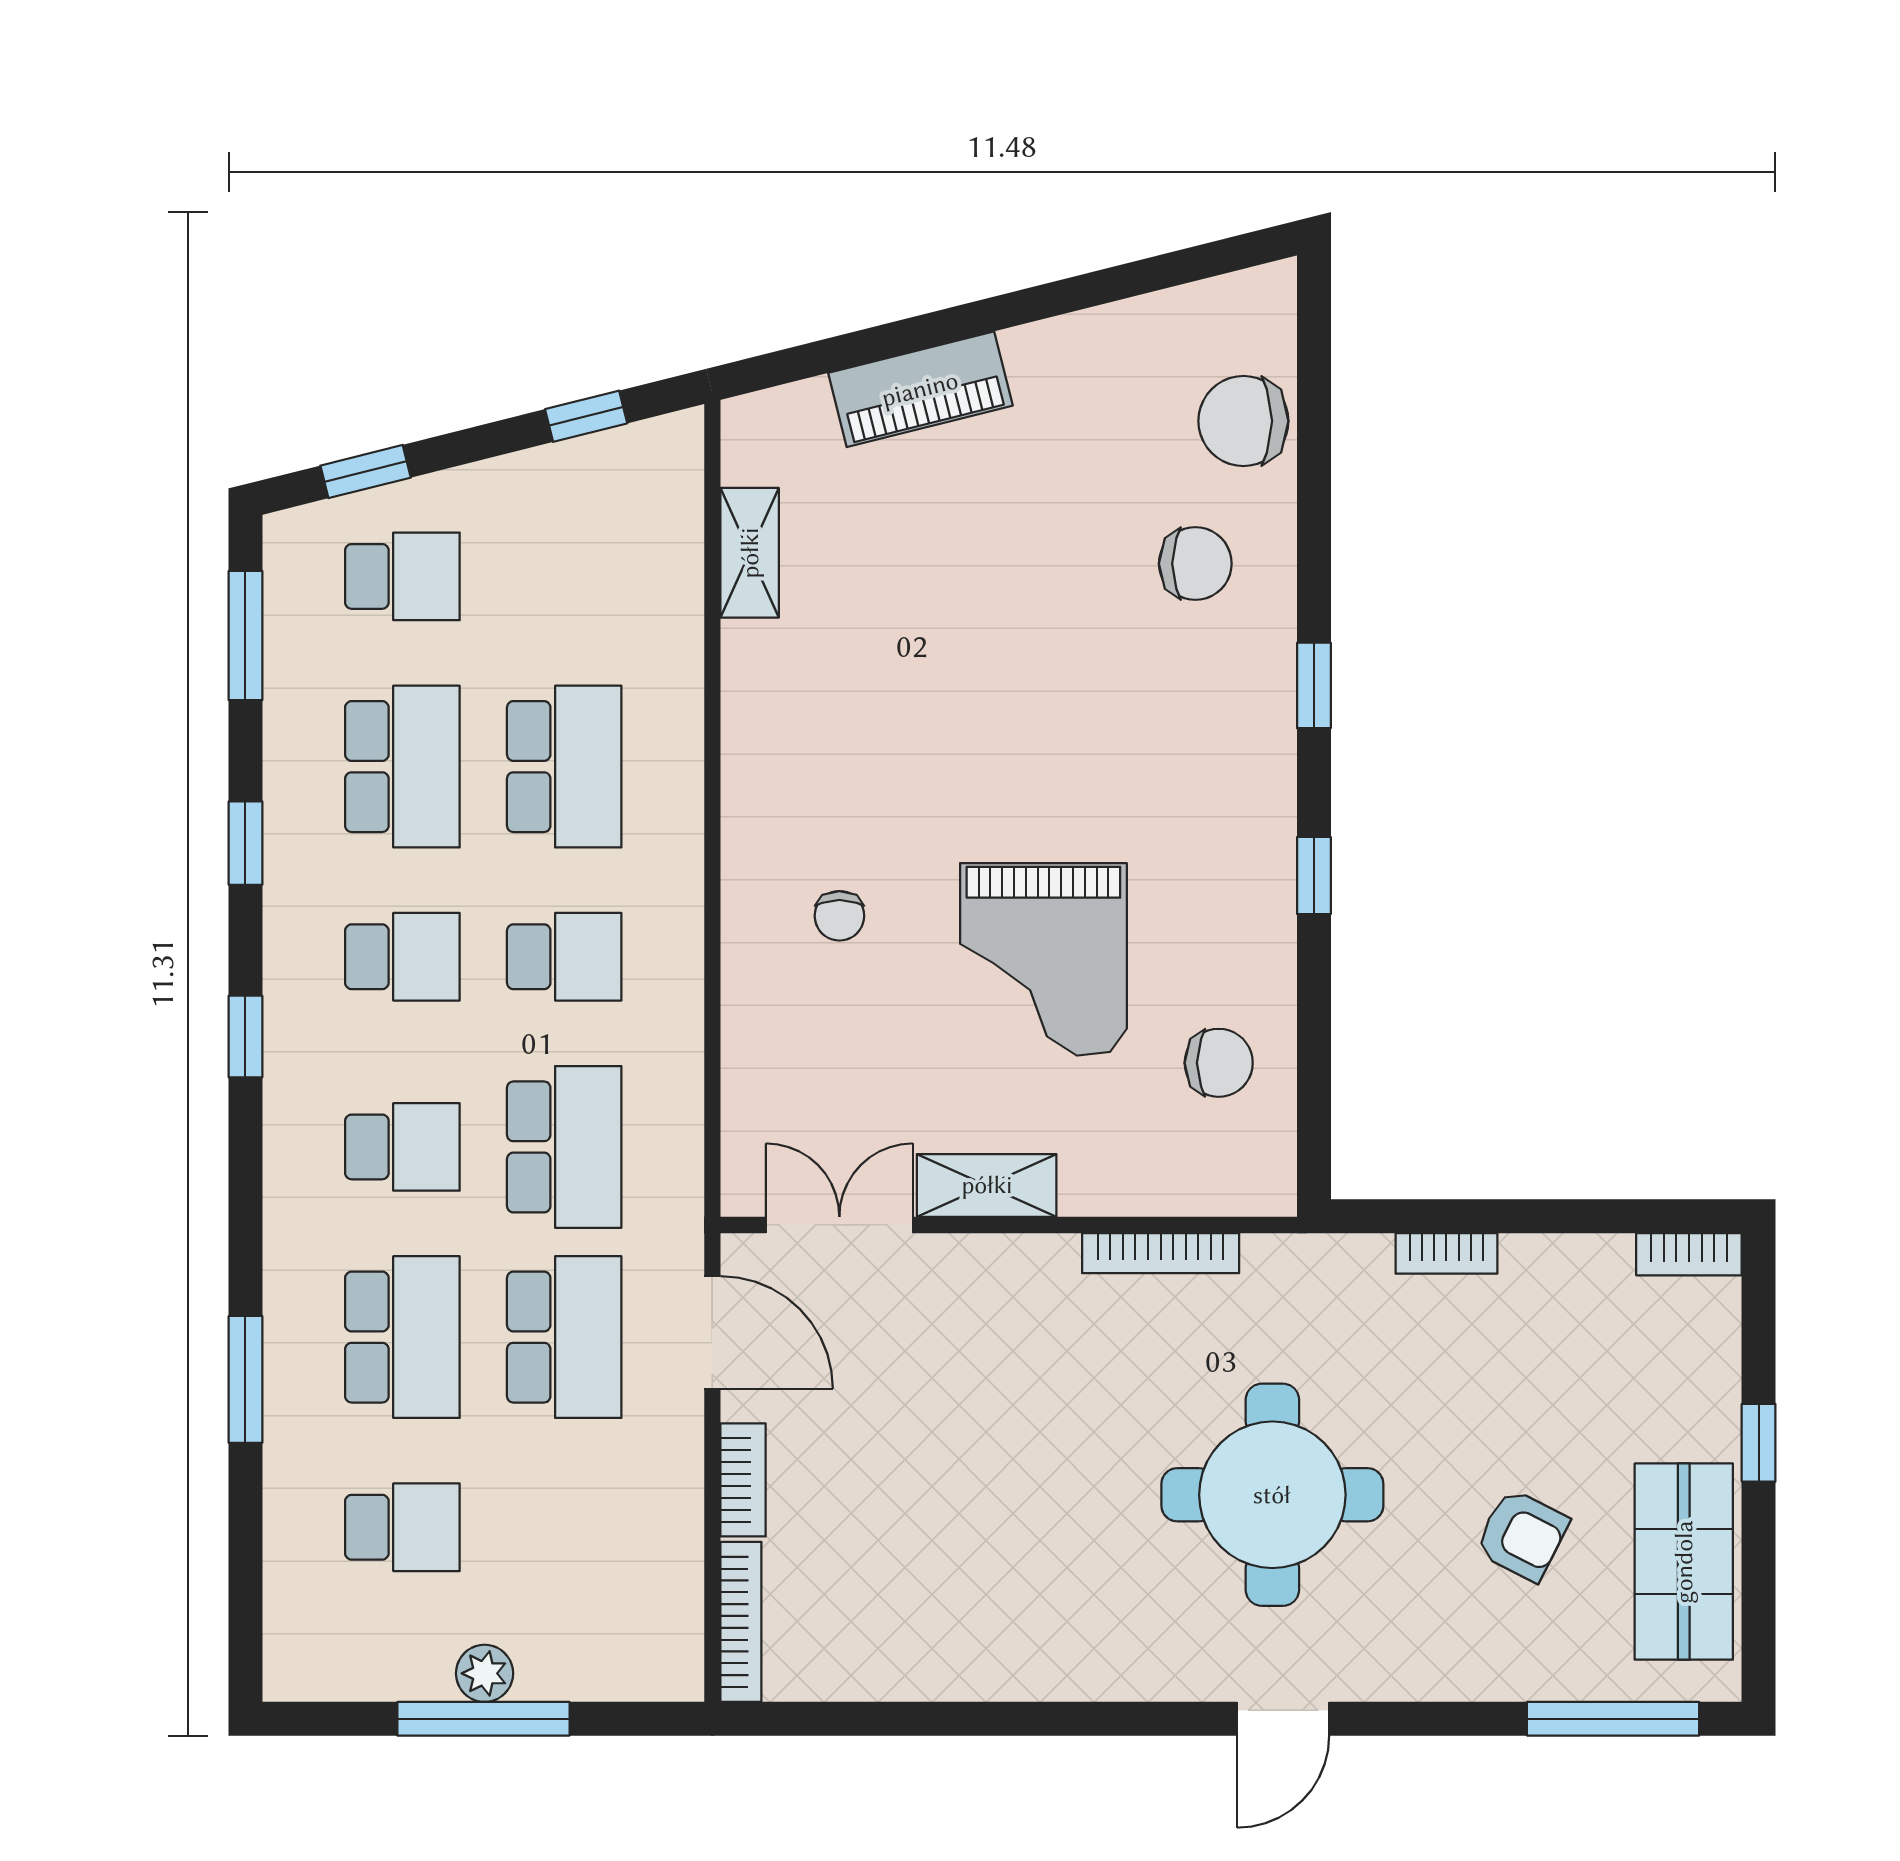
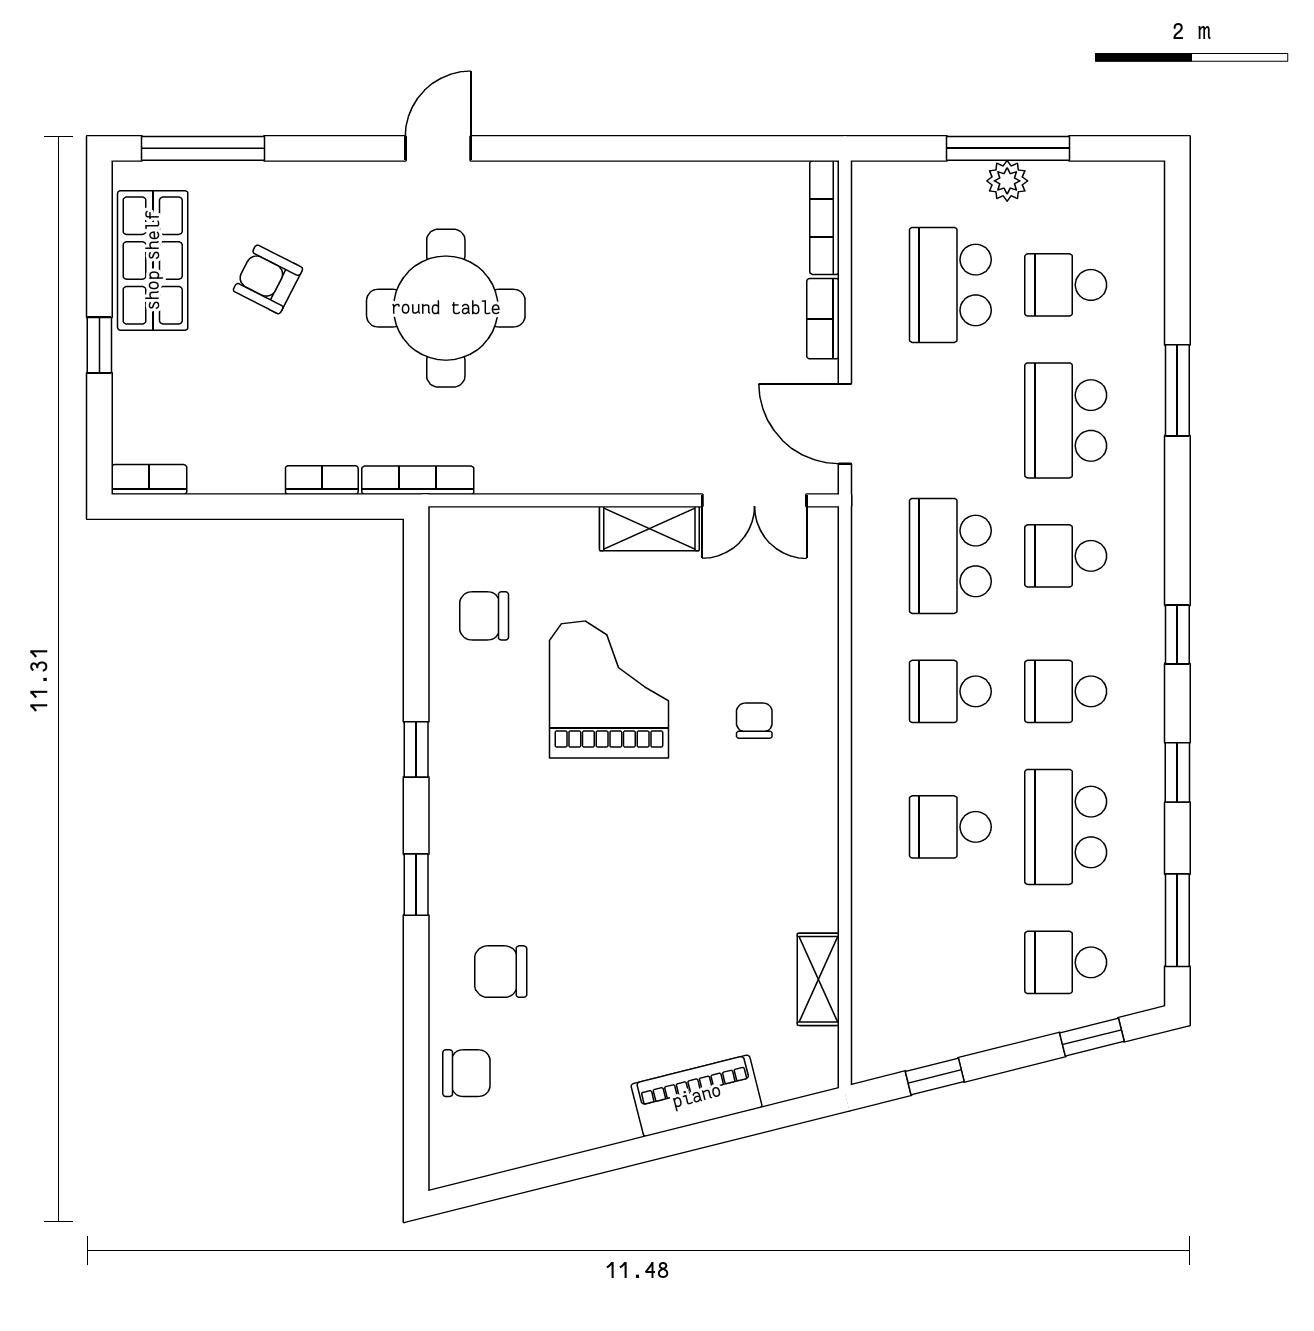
chair: (1243, 421) -> (466, 1073), width x0.73, depth x0.73
school desk: (564, 767) -> (950, 827), width x0.54
bookcase: (1161, 1253) -> (418, 480), moved
school desk: (564, 1337) -> (950, 285), moved

